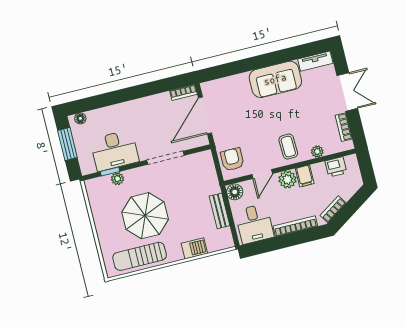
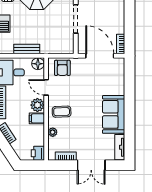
armchair: (232, 159) -> (62, 68), turned 90
printer: (336, 167) -> (38, 153), moved

